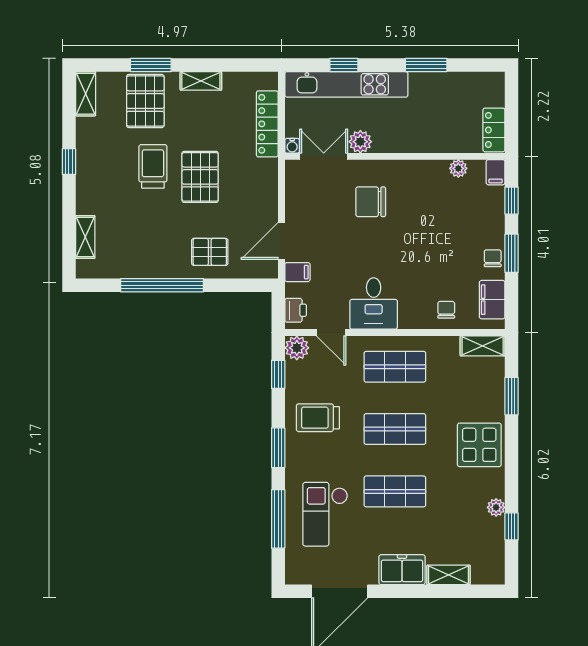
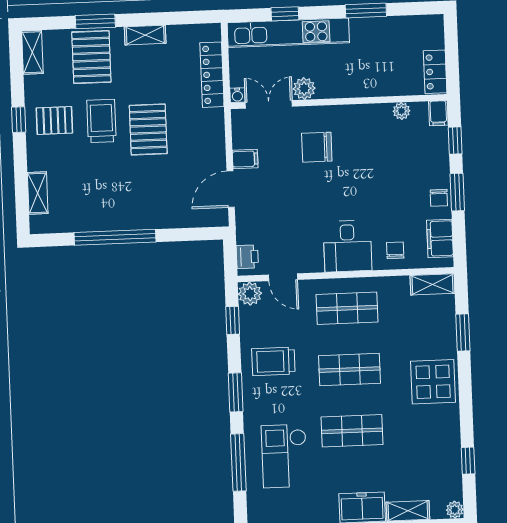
pallet: (210, 252) -> (54, 120), moved
chair: (493, 258) -> (439, 198), turned 180
filing cabinet: (297, 272) -> (245, 159), moved
desk: (374, 304) -> (348, 246), moved
plant: (496, 507) -> (455, 510), moved

